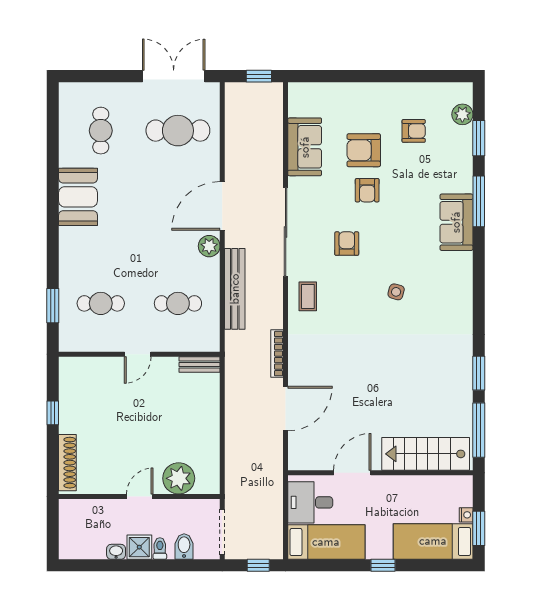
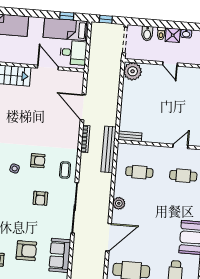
armchair: (367, 190) -> (38, 161), moved, turned 90
door: (222, 206) -> (109, 237), moved
bench: (235, 289) -> (109, 149), moved
door: (138, 354) -> (180, 146), moved
door: (286, 408) -> (83, 107), hinge flipped
door: (352, 473) -> (48, 67), swing flipped
plant: (179, 478) -> (133, 71), moved
door: (140, 497) -> (170, 64), hinge flipped
window: (383, 565) -> (67, 16), moved

